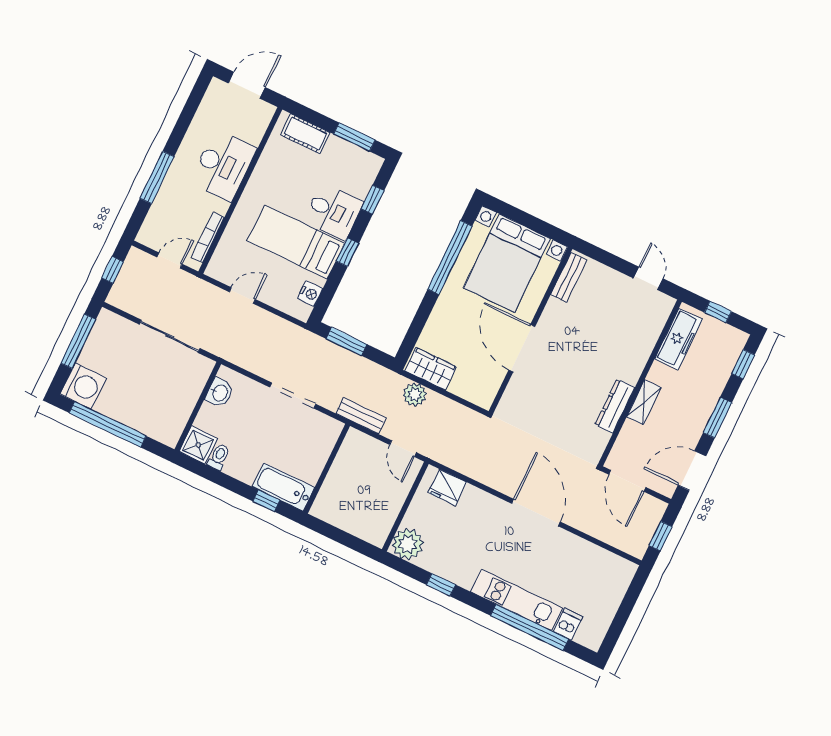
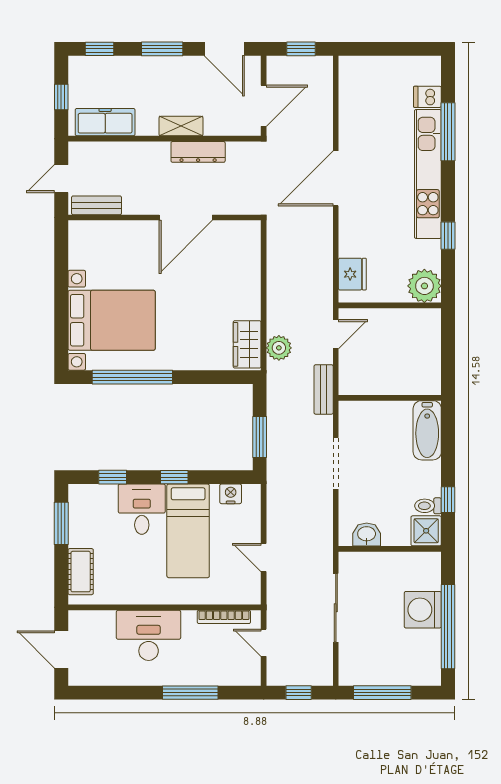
bench: (569, 277) -> (97, 205), moved
wall: (530, 330) -> (164, 218), moved
door: (522, 348) -> (186, 218), moved
washing machine: (83, 386) -> (423, 610), moved, turned -90
window: (266, 501) -> (448, 500), moved
kitchen unit: (516, 600) -> (428, 174), width x1.36
window: (530, 627) -> (448, 132), width x0.68

